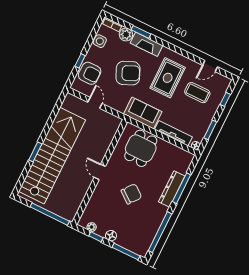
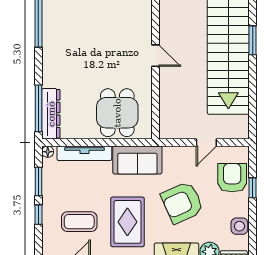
armchair: (90, 73) -> (232, 178), turned 90
window: (225, 99) -> (38, 215), moved
door: (95, 103) -> (206, 142), hinge flipped
window: (182, 188) -> (38, 108), moved
dresser: (172, 189) -> (51, 114), moved
chair: (131, 194) -> (100, 47), removed

